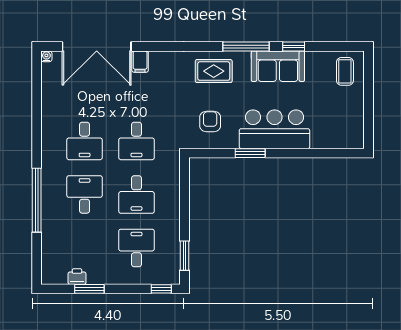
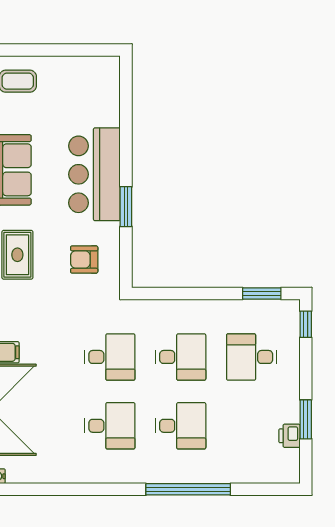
desk: (85, 194) -> (181, 426), turned 180

